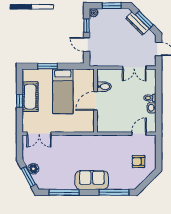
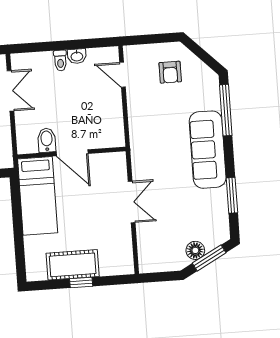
window: (48, 66) -> (19, 239), removed
bed: (63, 91) -> (38, 196), moved, turned 90
double door: (39, 134) -> (132, 202), moved
sofa: (92, 180) -> (208, 150), width x1.36
window: (64, 192) -> (232, 195), width x0.69

